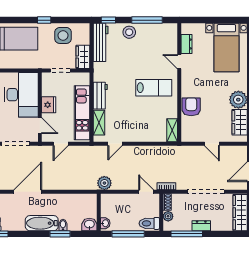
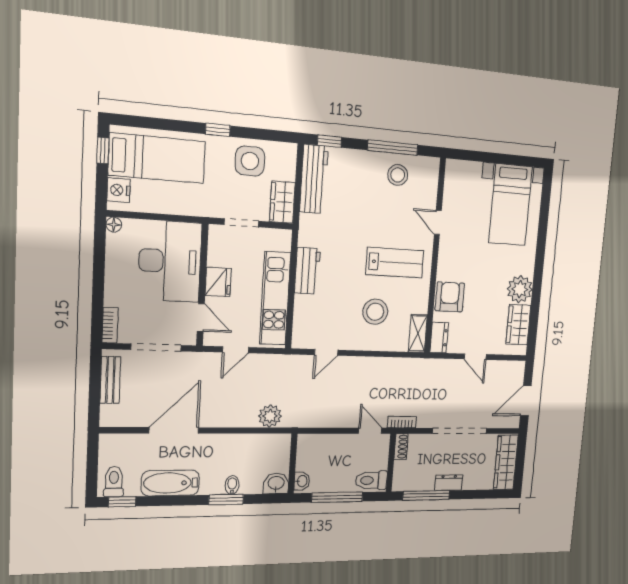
stool: (129, 32) -> (398, 175), moved
dresser: (186, 44) -> (439, 338), moved
stool: (144, 118) -> (375, 312), added
shelving: (99, 123) -> (302, 316), removed
plant: (104, 183) -> (270, 416), moved
plant: (168, 216) -> (401, 469), removed
bathtub: (42, 223) -> (170, 483), moved

